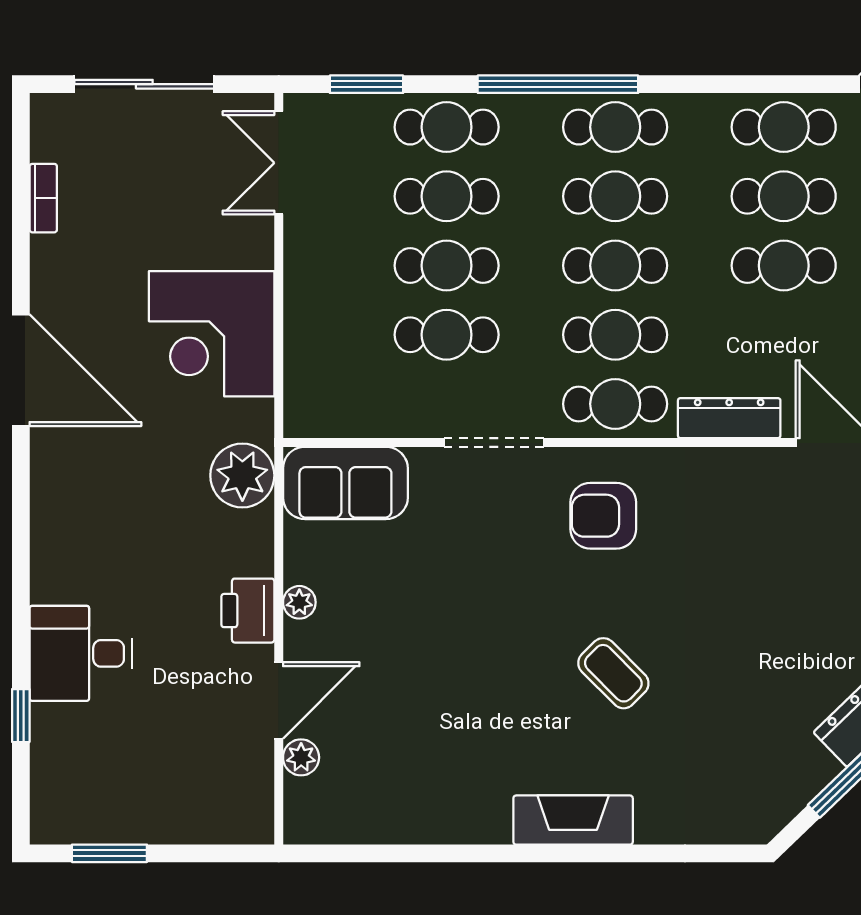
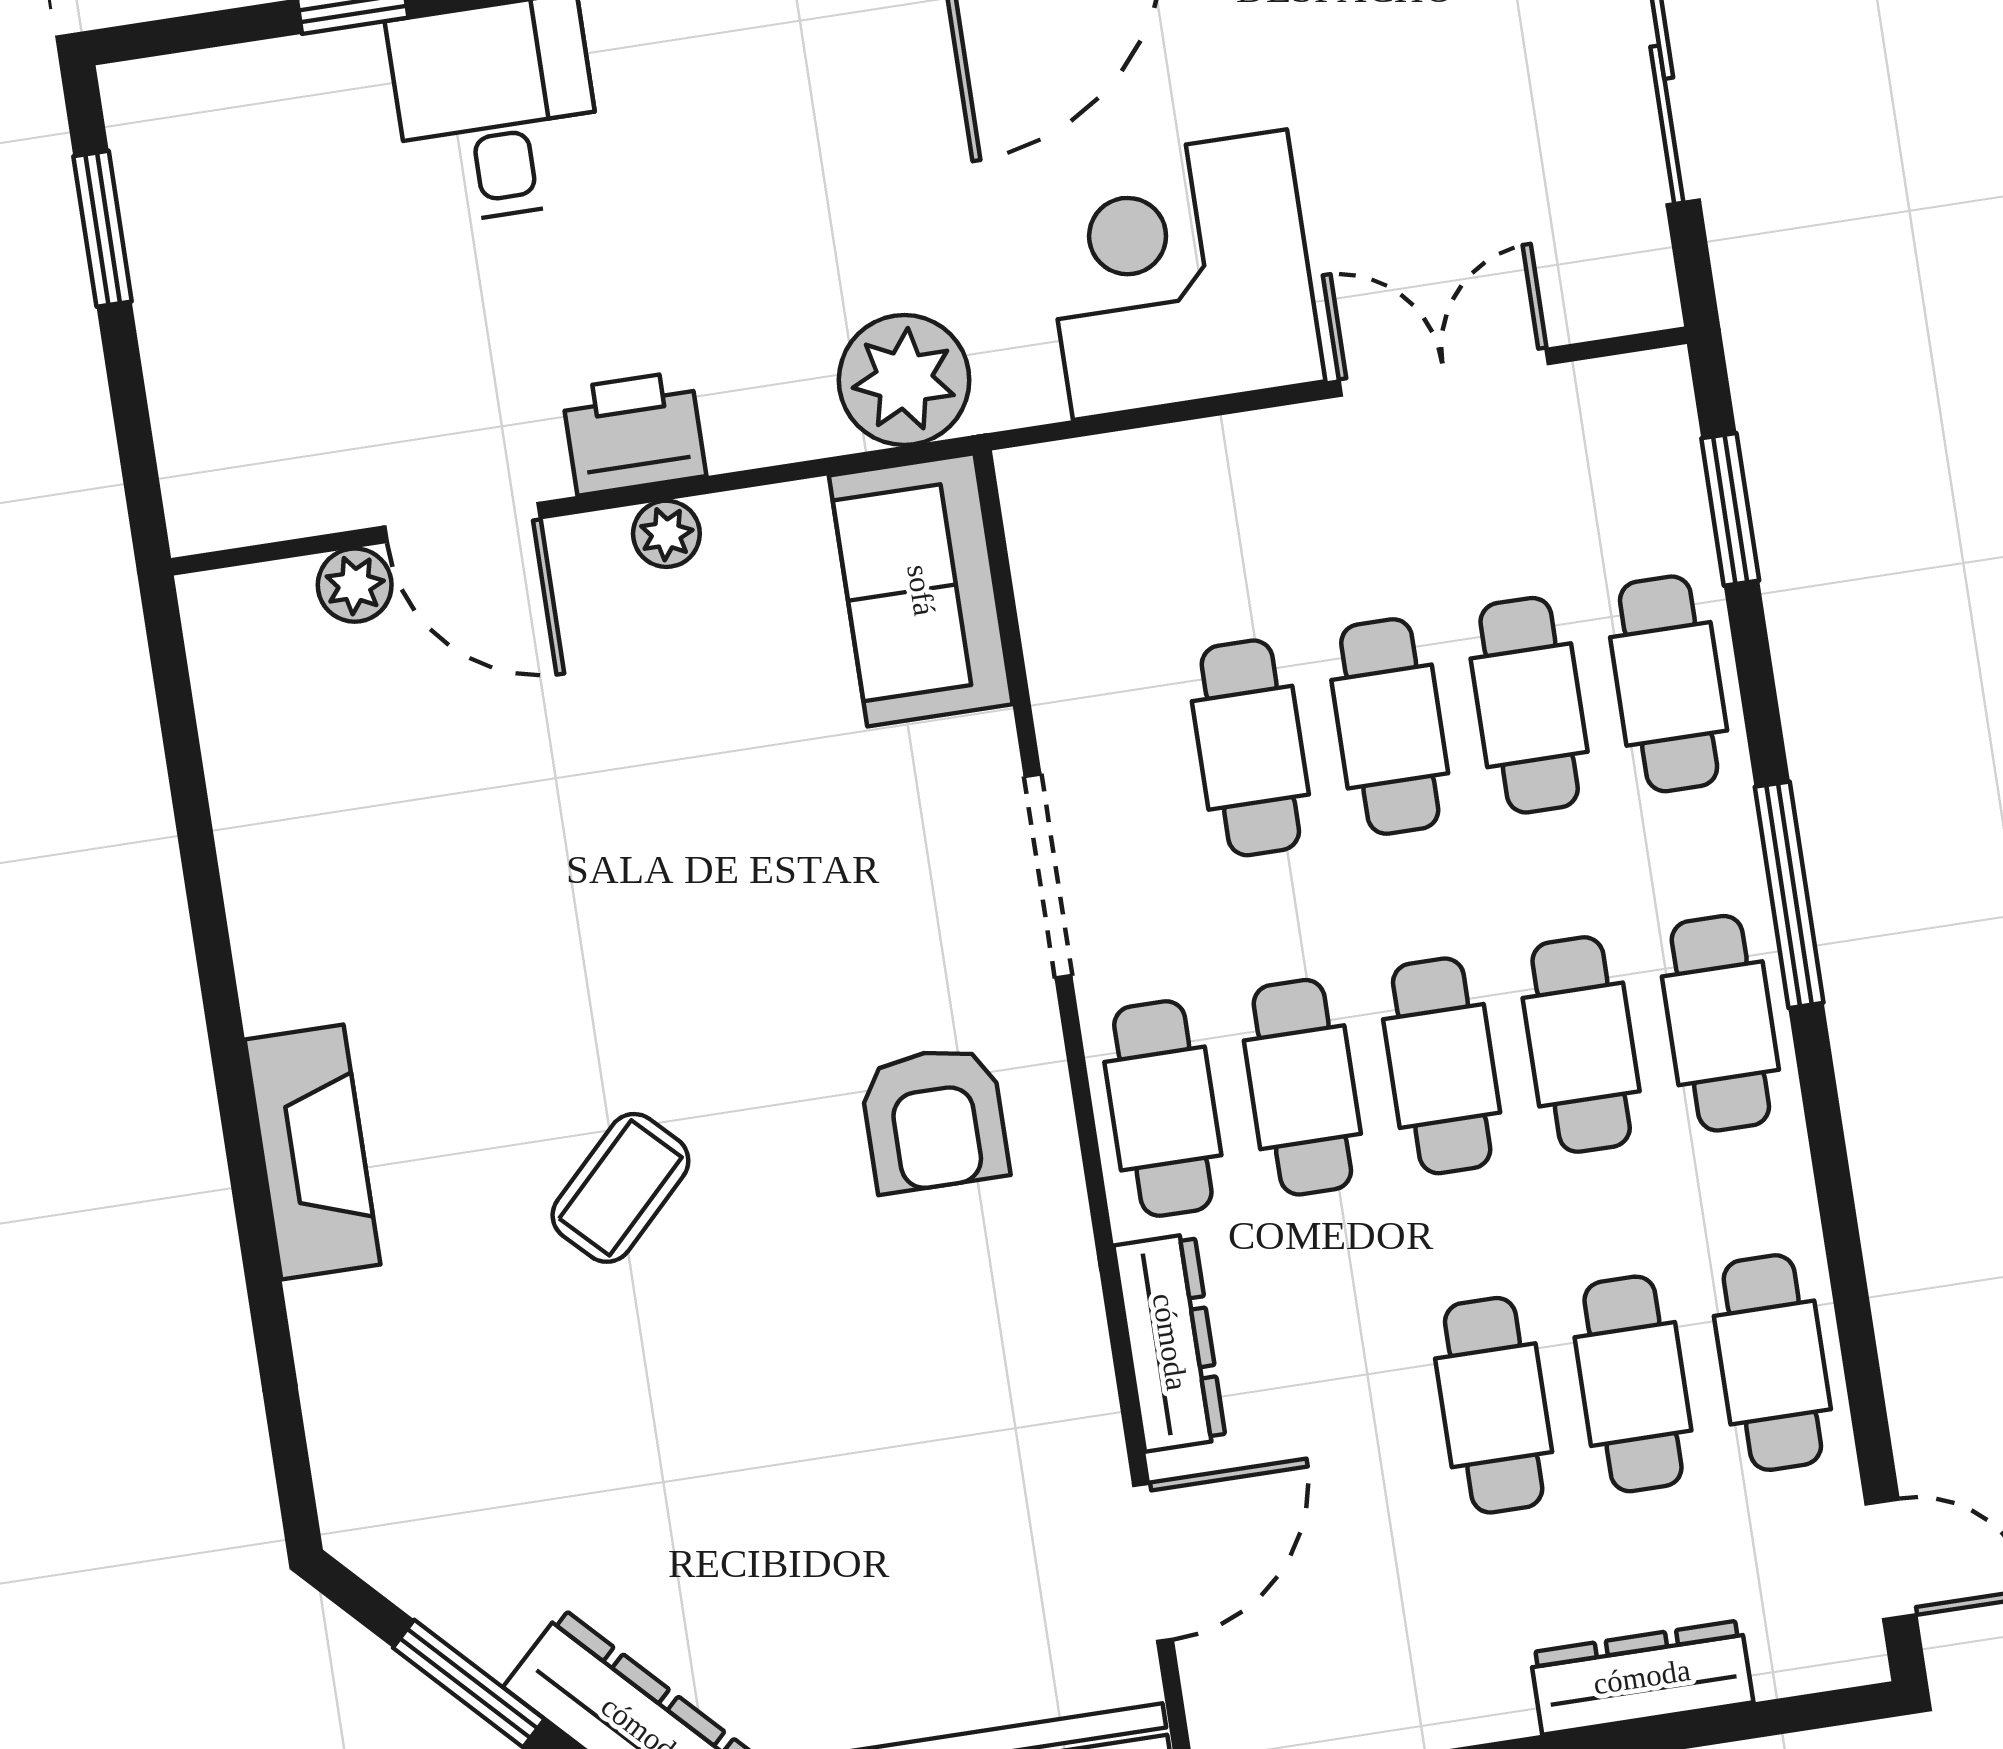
window: (558, 84) -> (1789, 895), width x0.68
double door: (279, 163) -> (1444, 372), moved
armchair: (603, 516) -> (934, 1119), turned 180

